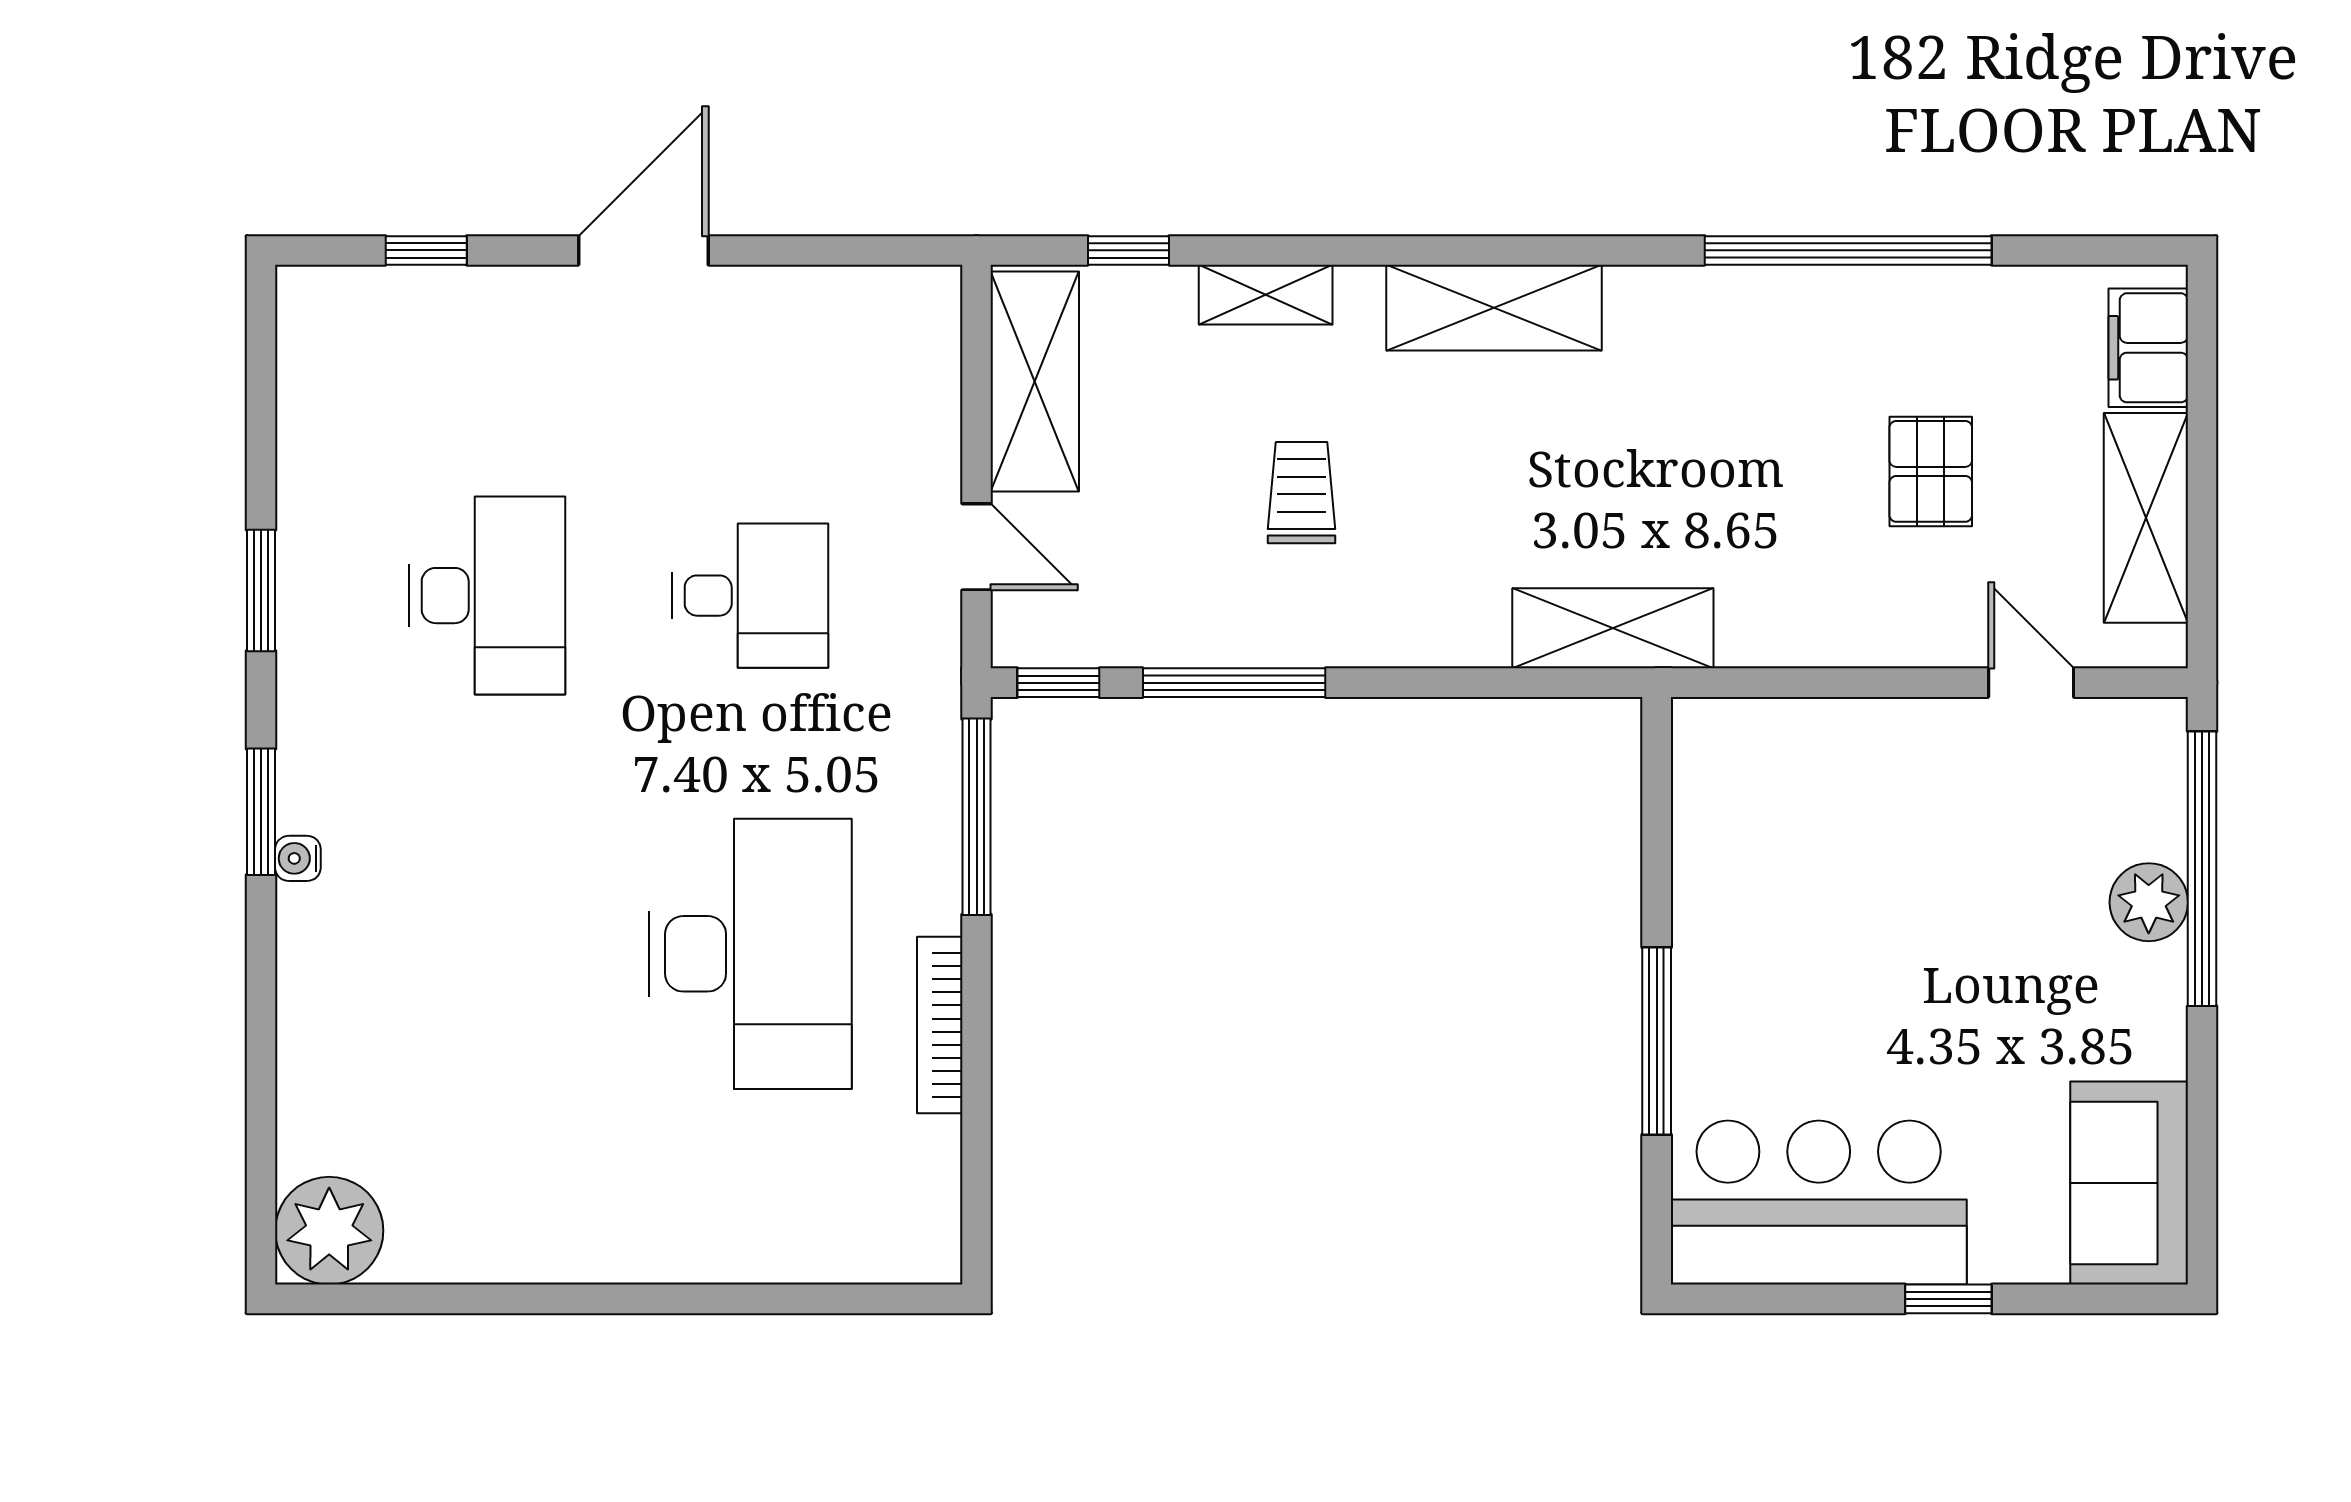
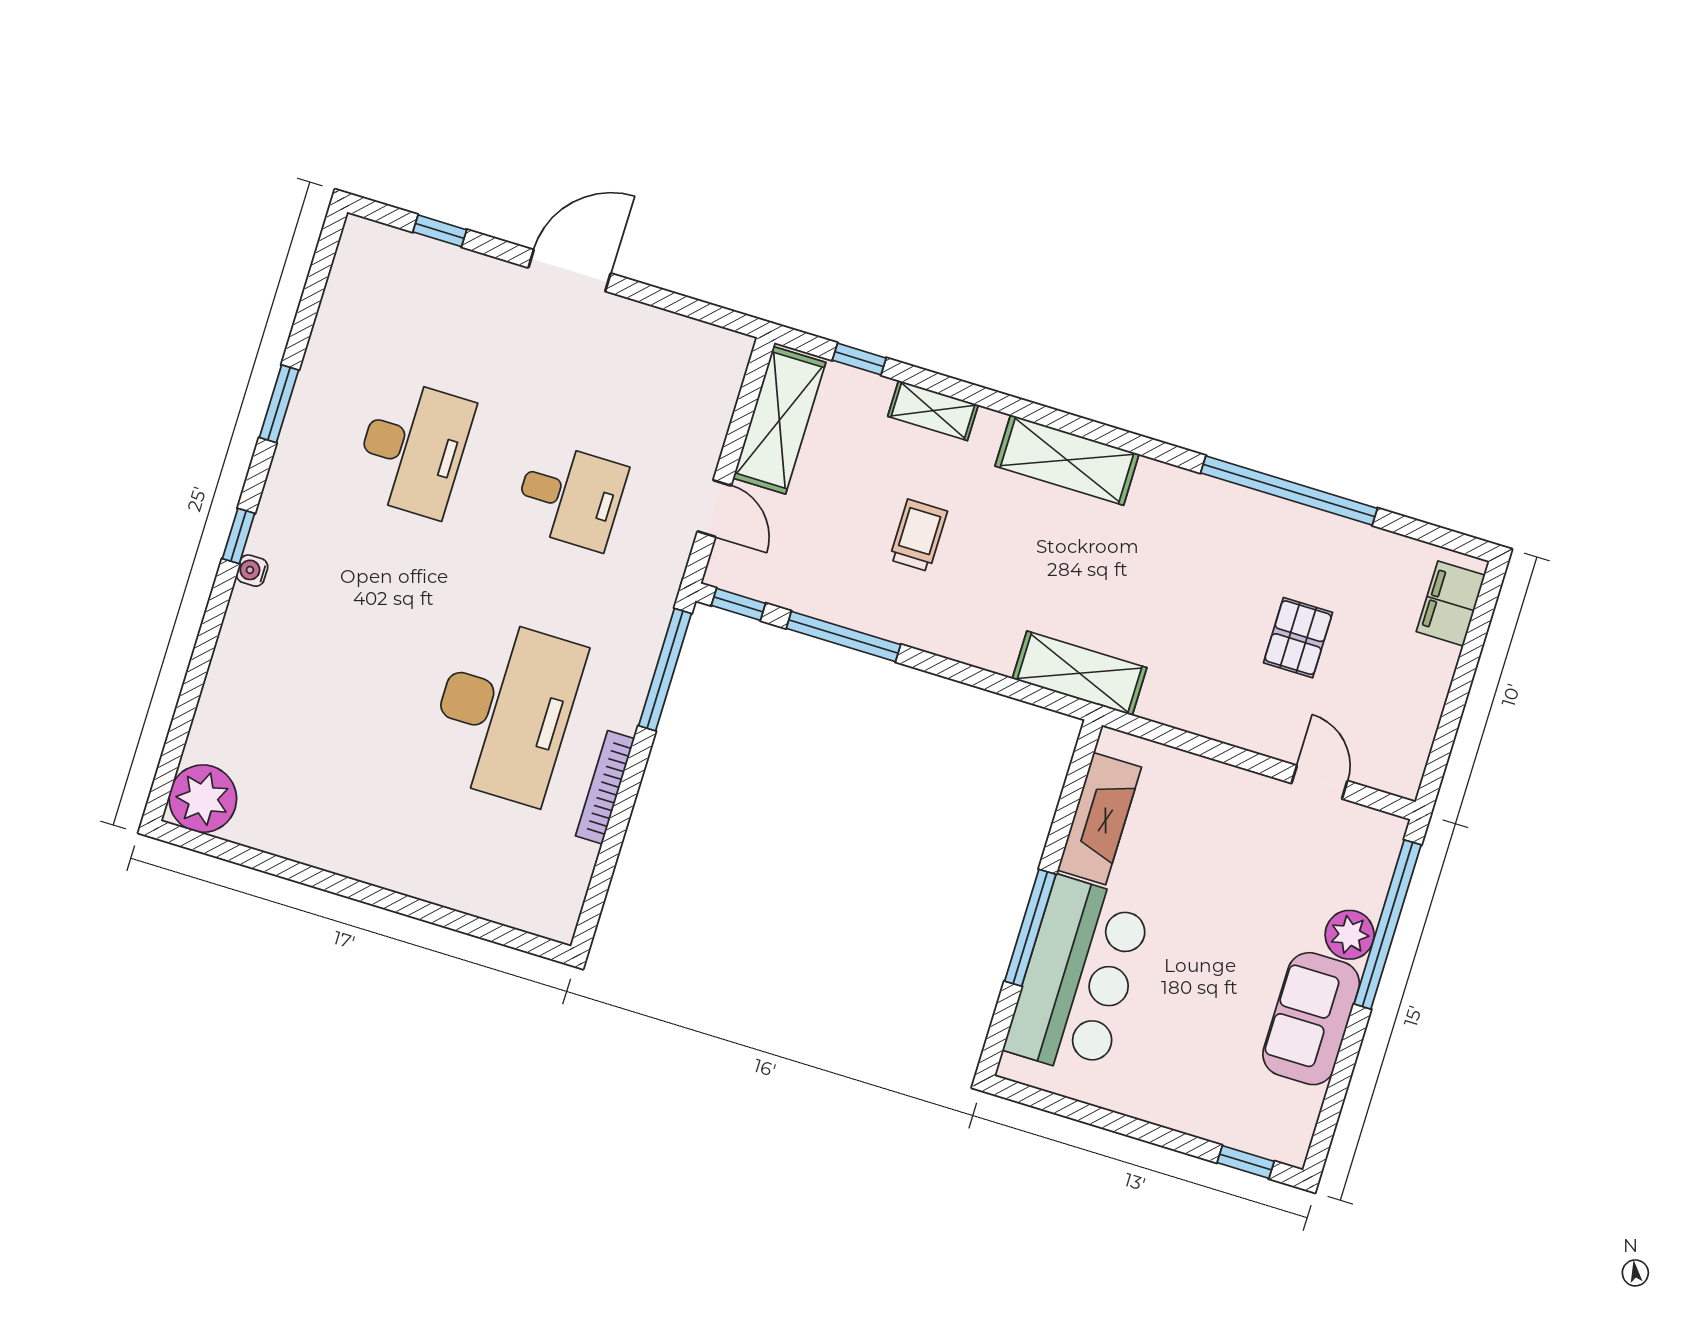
shelving: (2146, 518) -> (1418, 705), removed
window: (261, 812) -> (239, 536), width x0.67
fireplace: (1711, 841) -> (1099, 819), added
sofa: (2129, 1183) -> (1311, 1019), moved
bar counter: (1819, 1203) -> (1078, 977), moved, turned 90
window: (1948, 1299) -> (1246, 1162), moved

